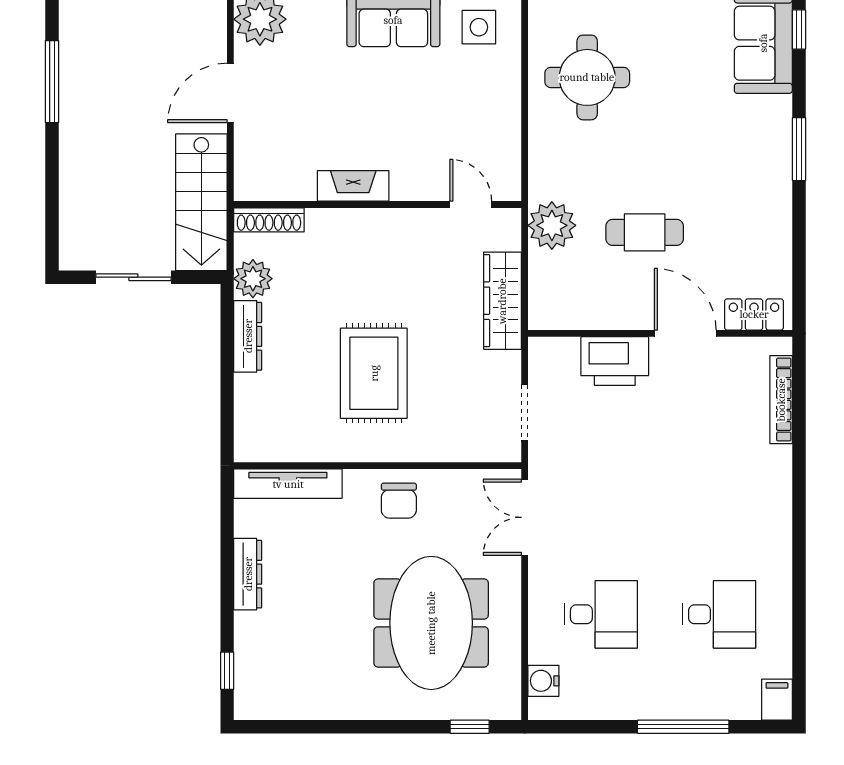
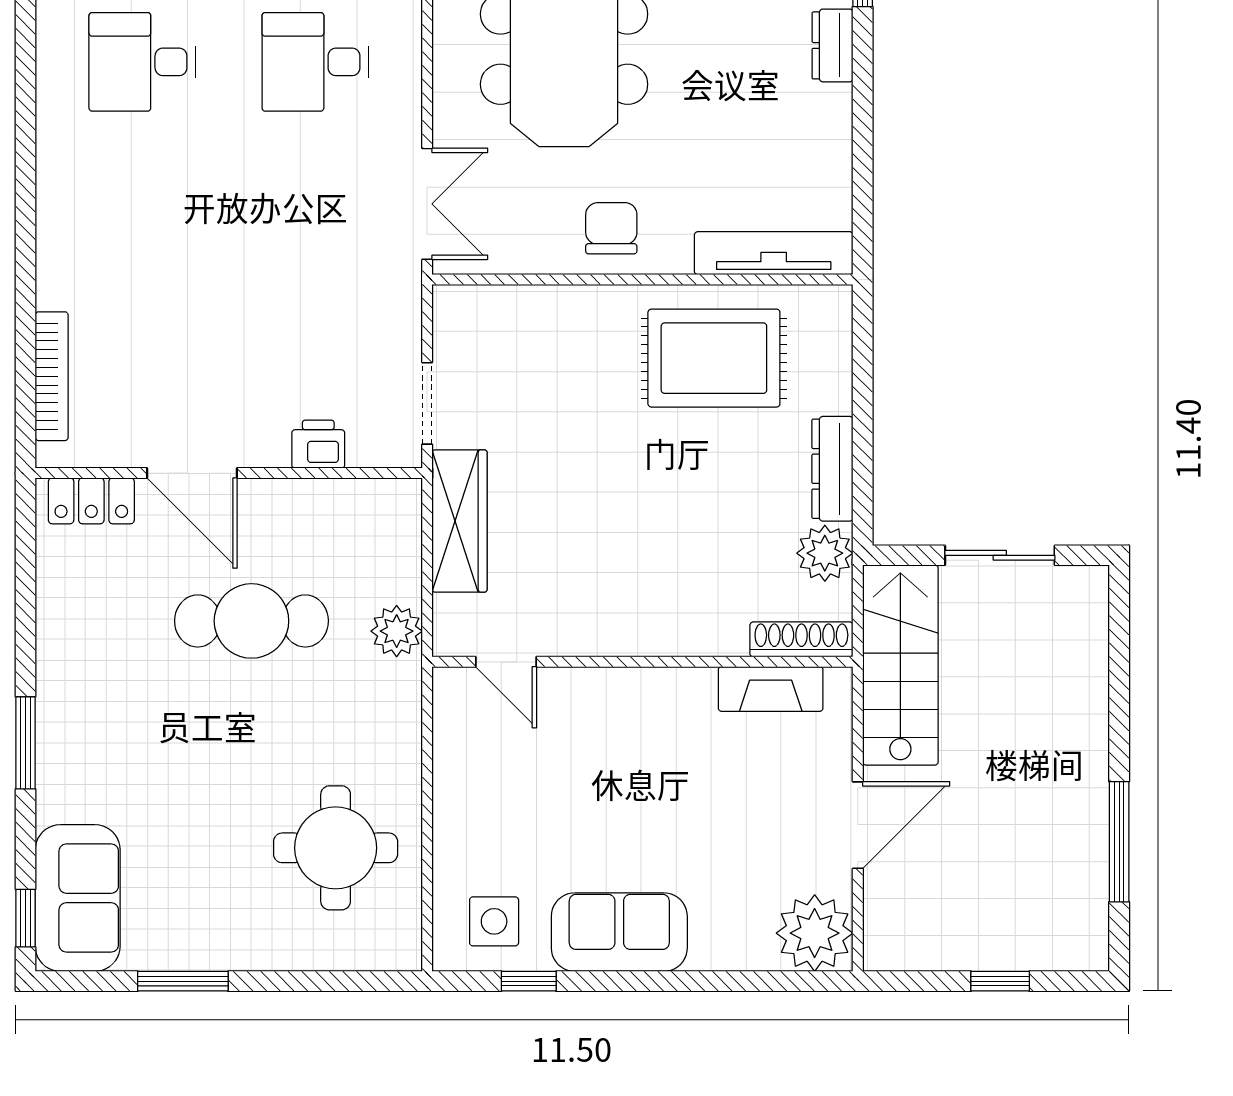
fireplace: (353, 186) -> (771, 689), moved
plant: (552, 225) -> (397, 631), width x0.73, depth x0.73
cafe table: (645, 232) -> (251, 621), width x1.37, depth x1.35
printer: (615, 361) -> (318, 444), width x0.53, depth x0.68
rug: (374, 373) -> (714, 358), moved, turned 90
doorway: (525, 413) -> (427, 403), moved
dresser: (248, 574) -> (833, 45), moved, width x0.70

